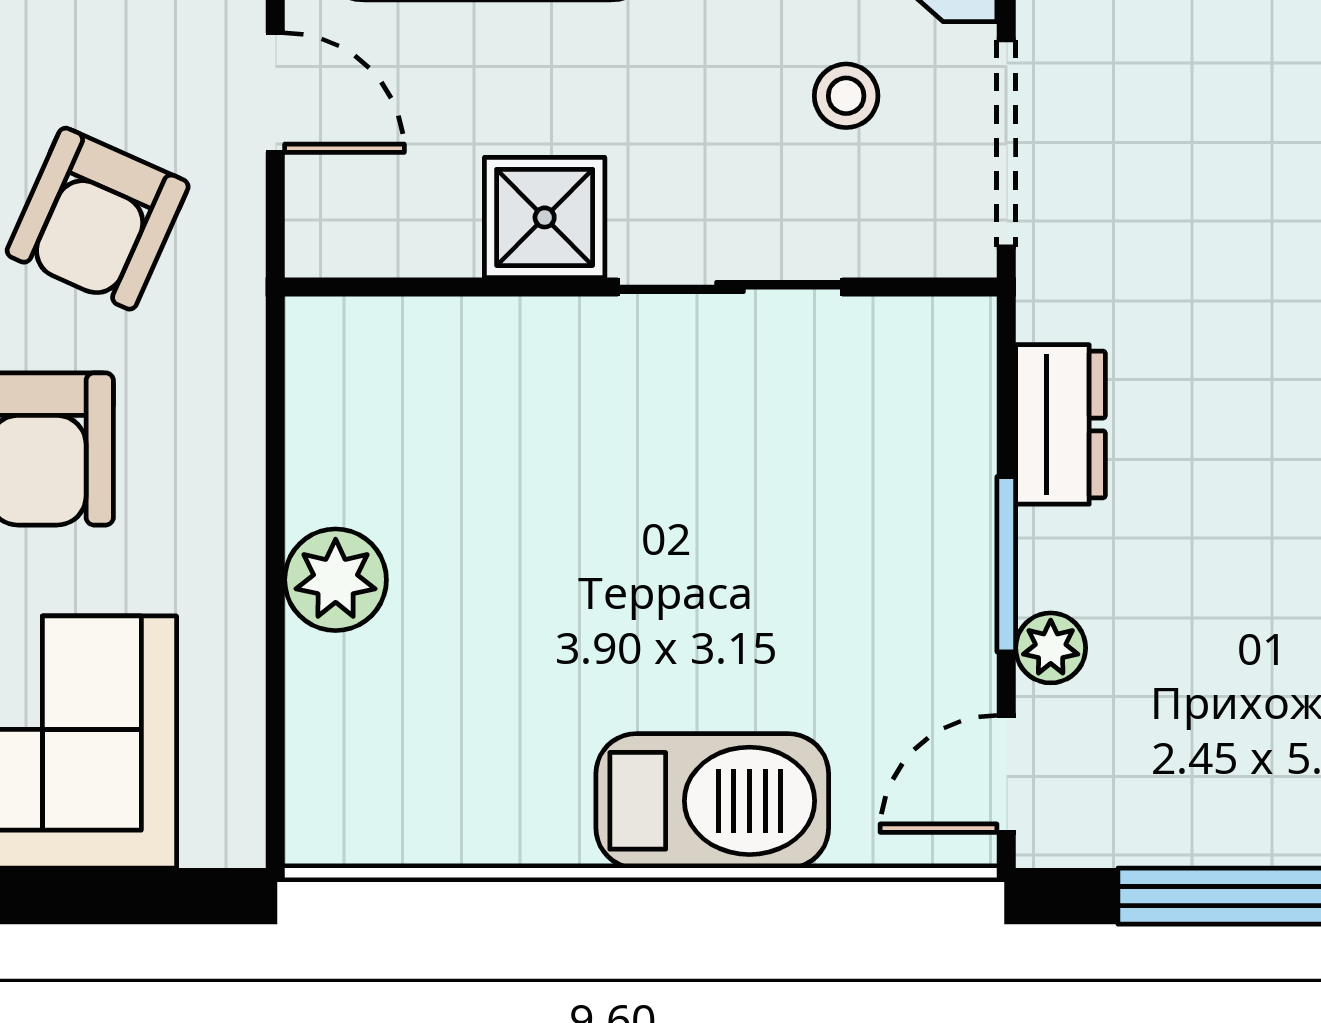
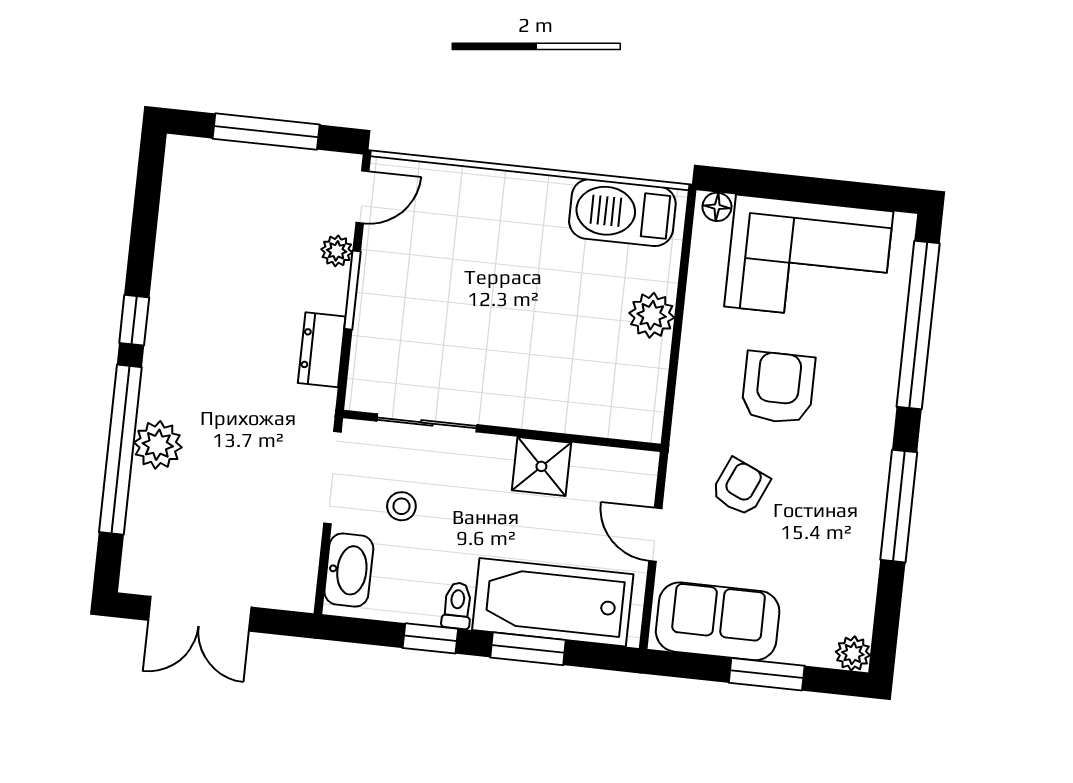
armchair: (98, 219) -> (740, 487), width x0.72, depth x0.72
sliding door: (730, 287) -> (427, 423), moved
barbecue: (712, 801) -> (622, 213), moved
floor lamp: (216, 836) -> (717, 207), added

